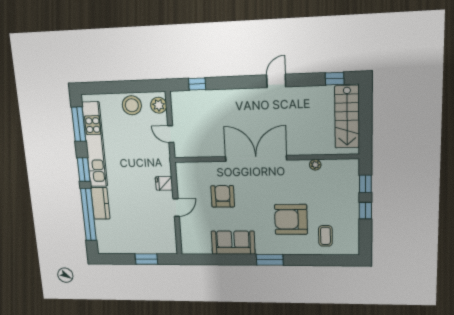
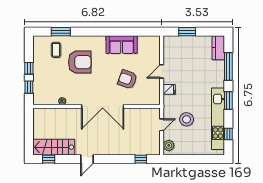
stool: (132, 105) -> (187, 119), moved
stairs: (347, 117) -> (54, 147), moved, turned -90
window: (79, 124) -> (228, 134), width x0.46
door: (171, 134) -> (162, 125), hinge flipped
armchair: (223, 196) -> (127, 79), turned 110
kitchen counter: (100, 203) -> (218, 48), moved
window: (88, 215) -> (228, 66), width x0.68
window: (270, 260) -> (61, 32), moved

